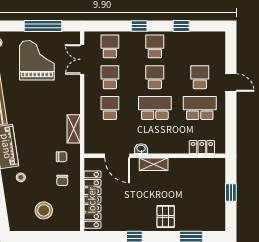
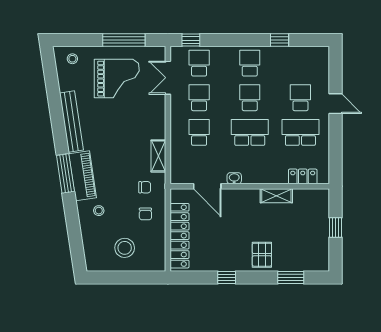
window: (139, 26) -> (191, 40), moved
grand piano: (37, 60) -> (117, 79), turned 90
shelving: (154, 164) -> (276, 196), moved

